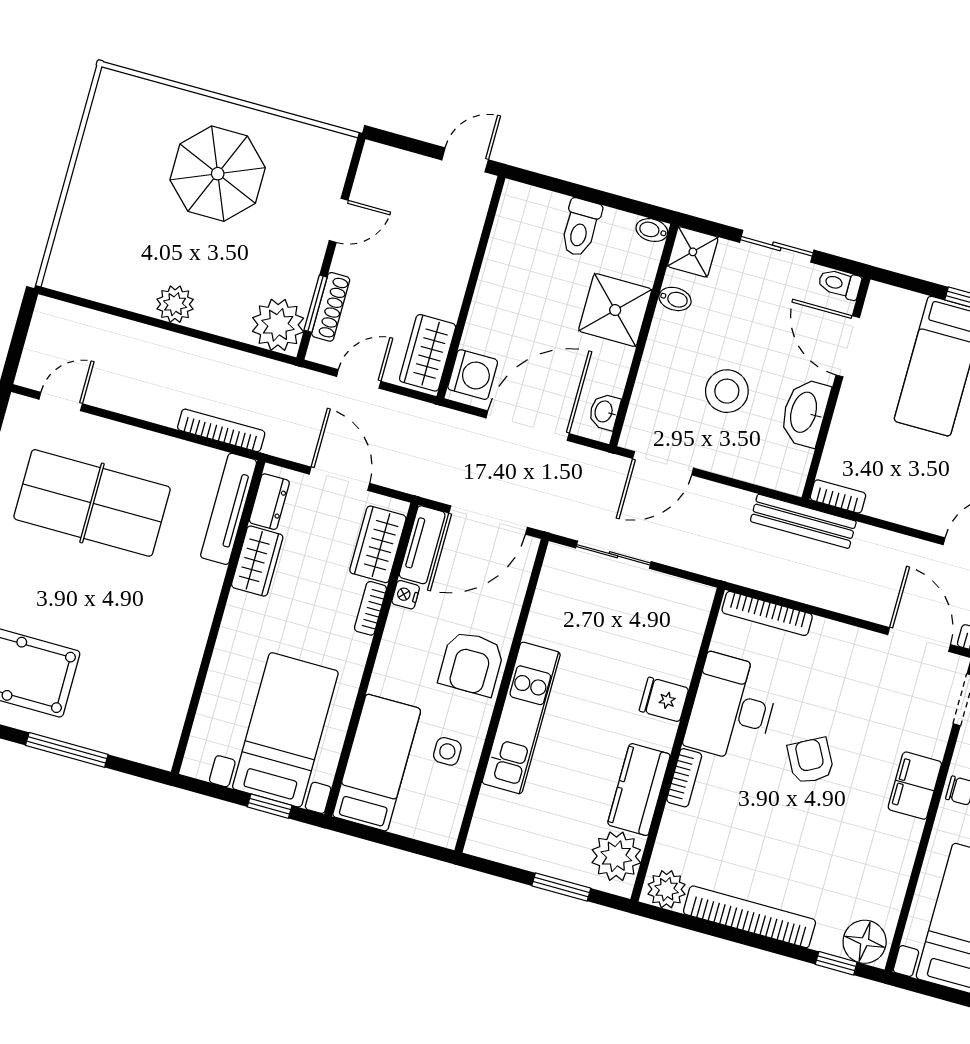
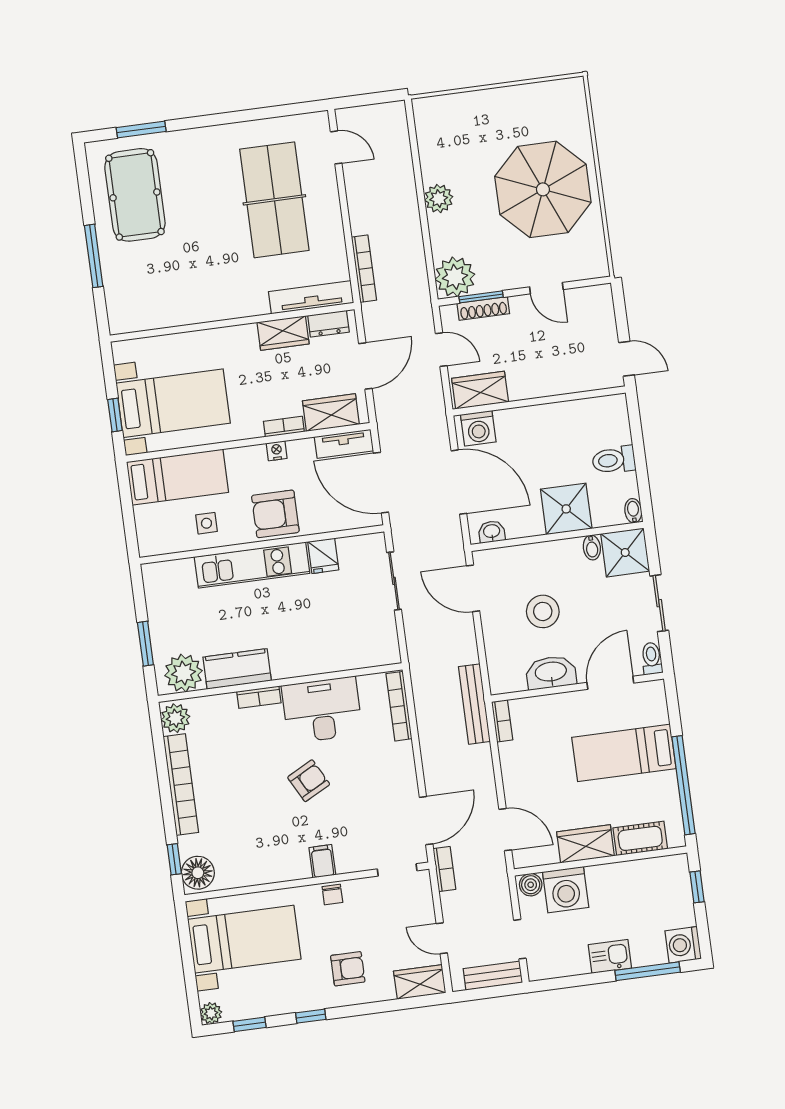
parasol: (218, 174) -> (543, 189), width x1.36, depth x1.36
shower: (693, 252) -> (625, 552), width x1.36, depth x1.36
nightstand: (406, 595) -> (277, 451), moved
fridge: (664, 699) -> (323, 556), moved, turned 180
filing cabinet: (915, 786) -> (322, 861), width x0.50

